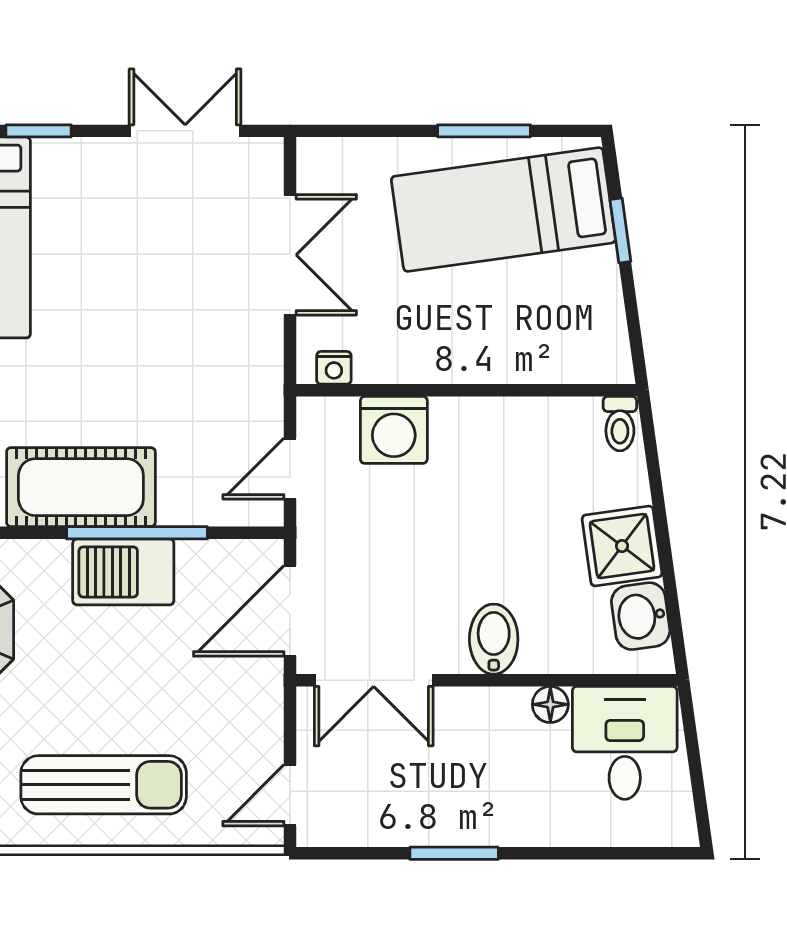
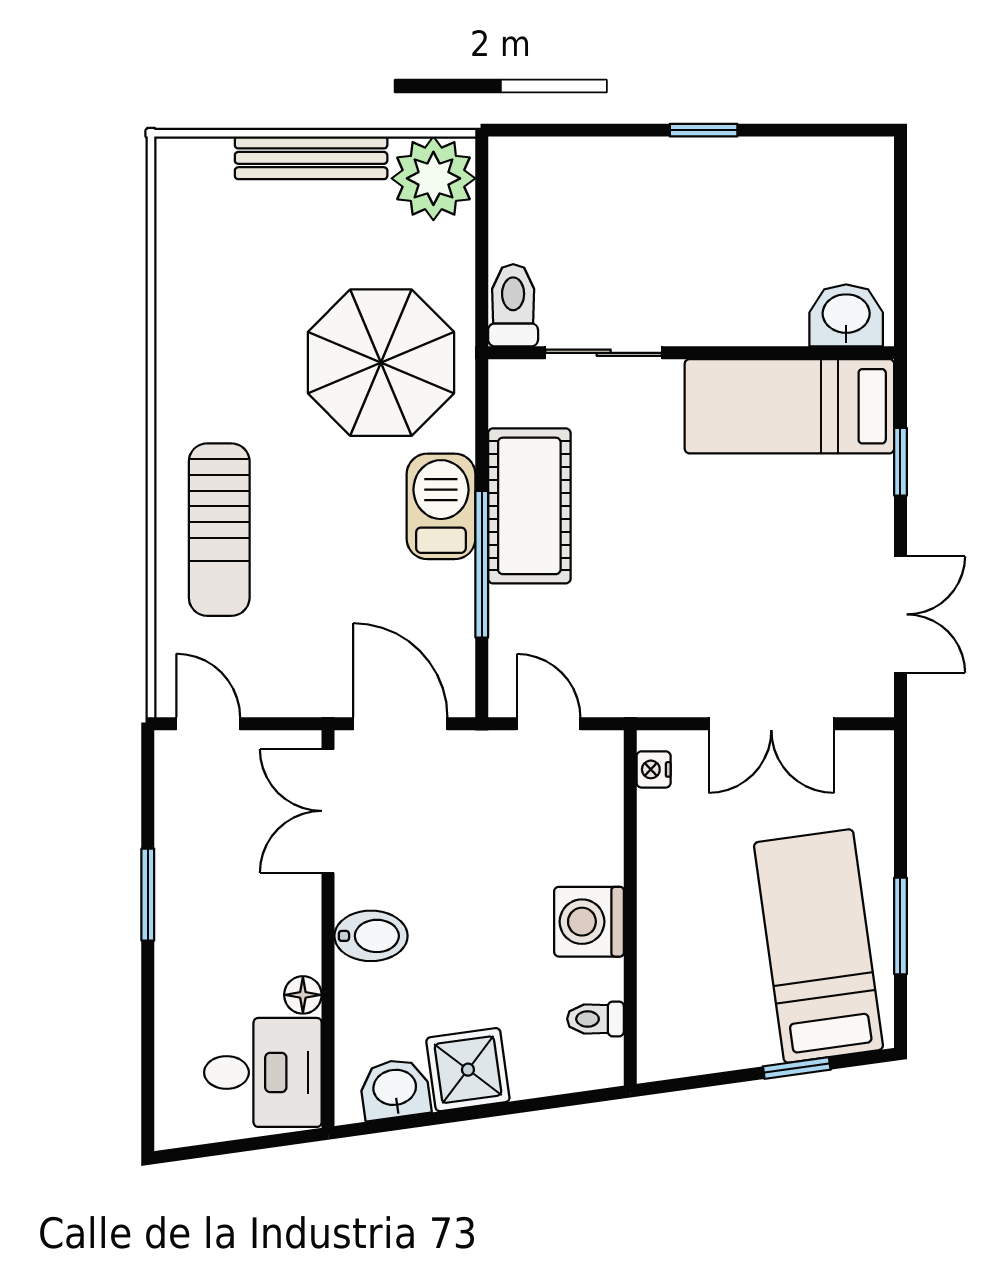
toilet: (620, 424) -> (595, 1019), moved
washing machine: (394, 430) -> (589, 922), moved
barbecue: (123, 572) -> (441, 506), moved

